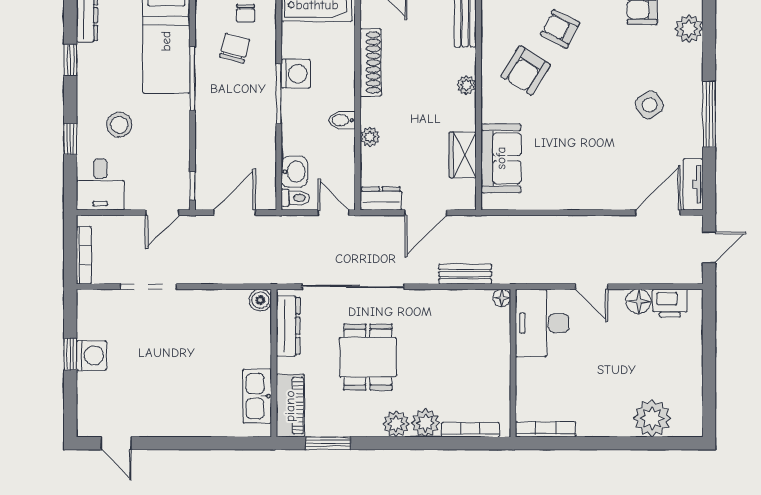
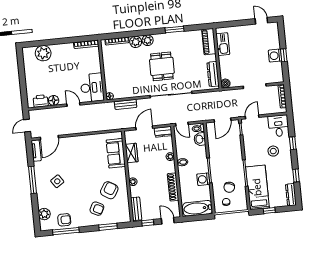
boiler: (260, 300) -> (225, 83), moved
dresser: (288, 326) -> (213, 74), moved
wall: (274, 363) -> (217, 58), moved
kitchen sink: (257, 396) -> (223, 44), moved
piano: (290, 406) -> (209, 42), moved

